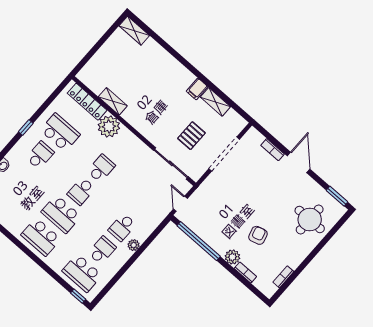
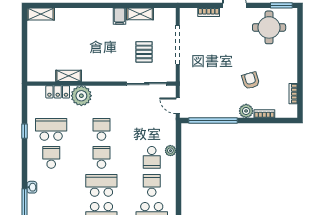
locker: (87, 102) -> (58, 92), width x0.66
window: (26, 127) -> (25, 131), moved
school desk: (81, 191) -> (101, 157), turned 180
school desk: (61, 214) -> (101, 185), turned 180
round table: (310, 219) -> (269, 27), moved
plant: (134, 245) -> (170, 151), moved

